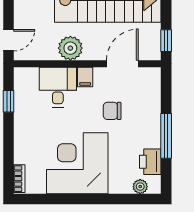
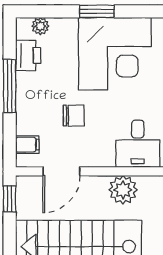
filing cabinet: (85, 77) -> (27, 145), moved, turned 90
window: (92, 199) -> (97, 11), added

